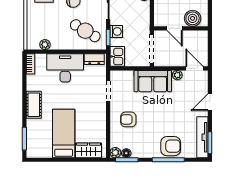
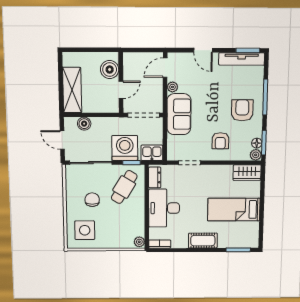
washing machine: (116, 31) -> (125, 148), width x1.89, depth x1.89
plant: (45, 45) -> (139, 242), moved
armchair: (171, 146) -> (242, 110), moved
wardrobe: (89, 150) -> (247, 173), moved, turned -90

